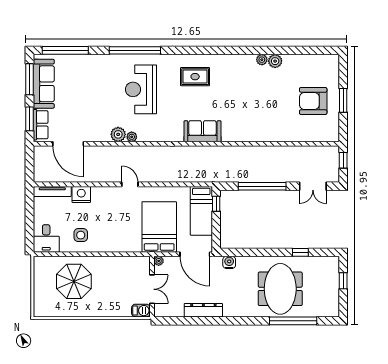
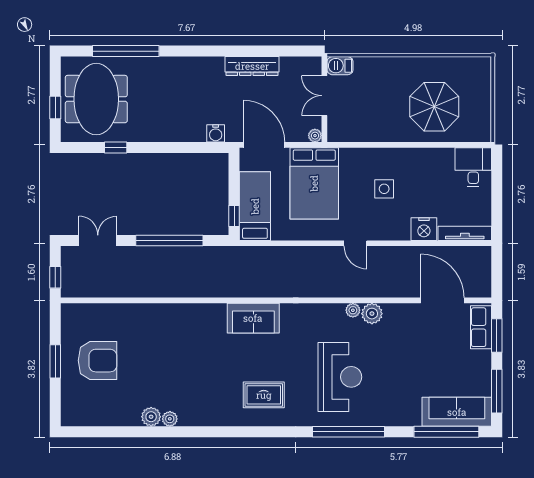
sofa: (44, 84) -> (457, 412), moved, turned 90
side table: (81, 235) -> (384, 189), moved
meeting table: (280, 289) -> (96, 99), moved

